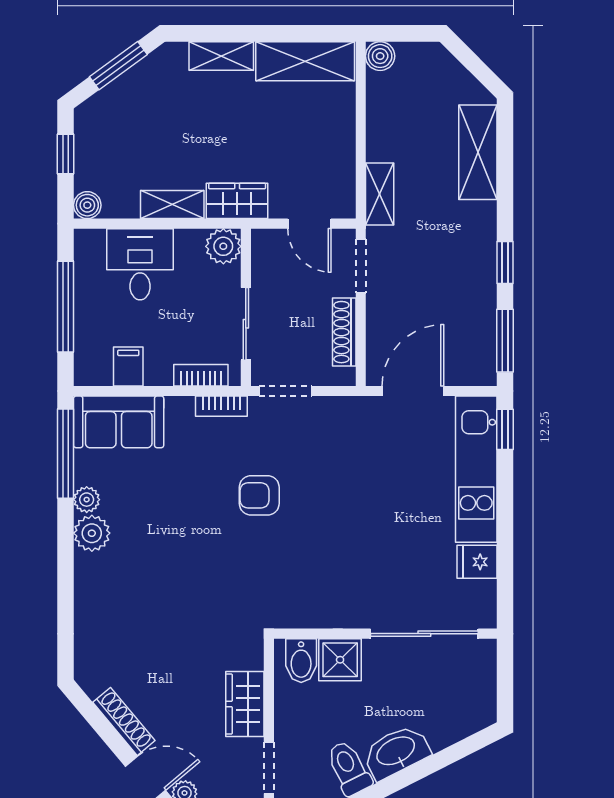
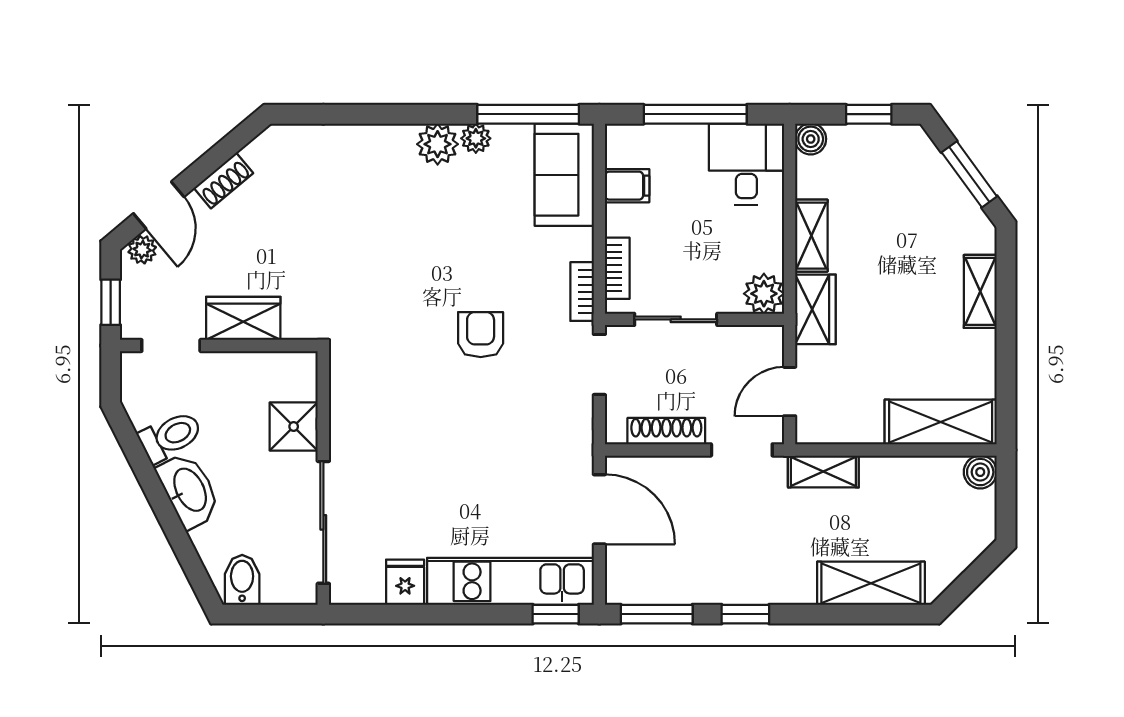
shelving: (305, 61) -> (941, 422), moved, turned 90
desk: (140, 264) -> (746, 164), moved, turned -90
bidet: (301, 661) -> (242, 580), moved, turned 90
shoe rack: (124, 721) -> (223, 181), width x0.70

